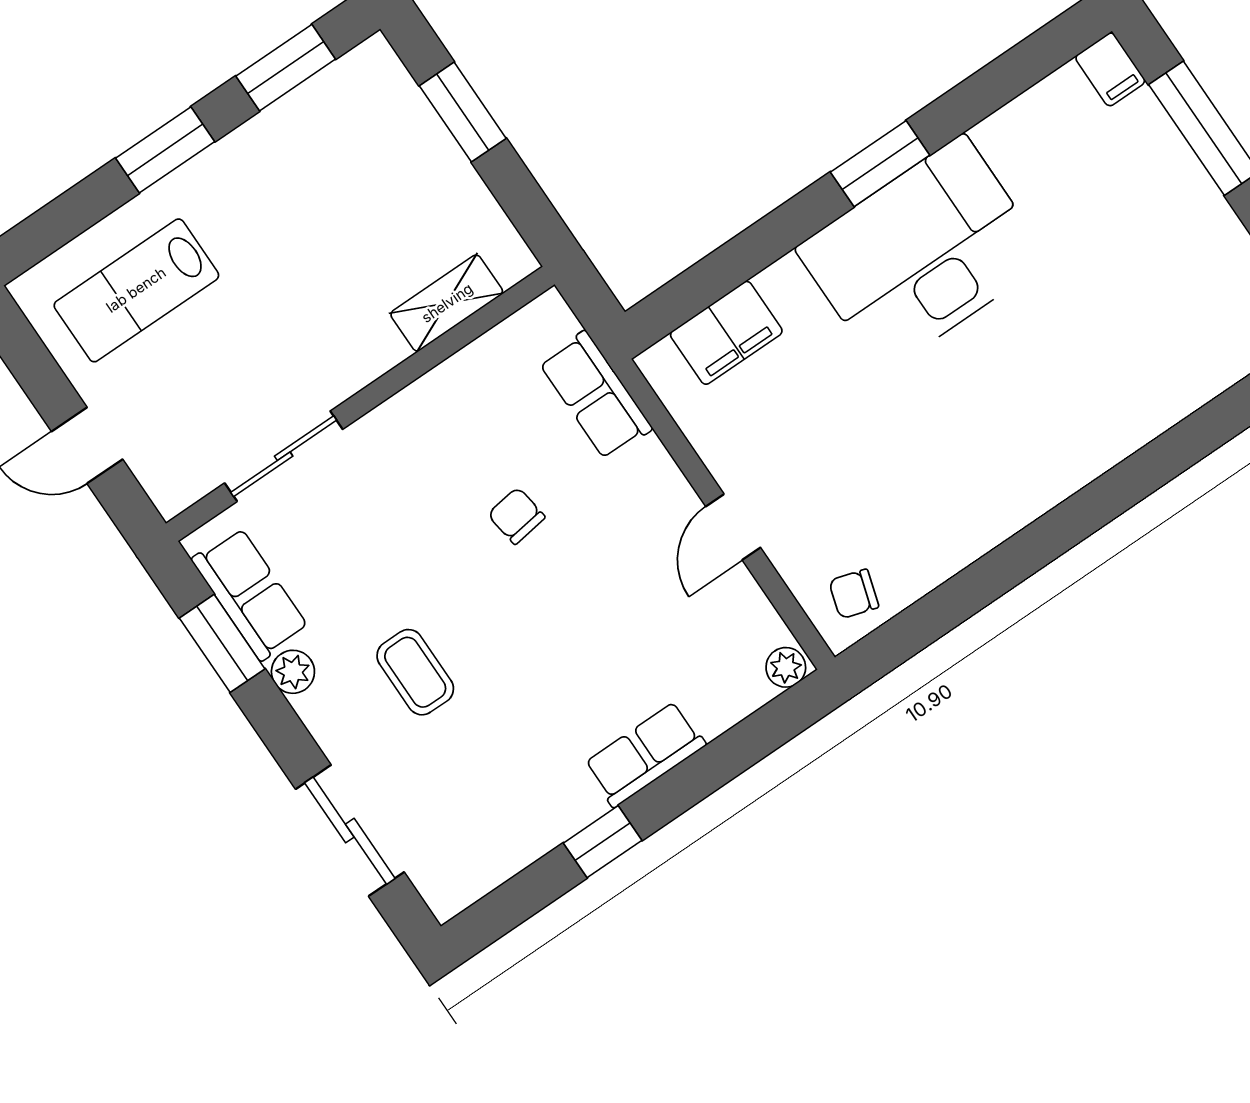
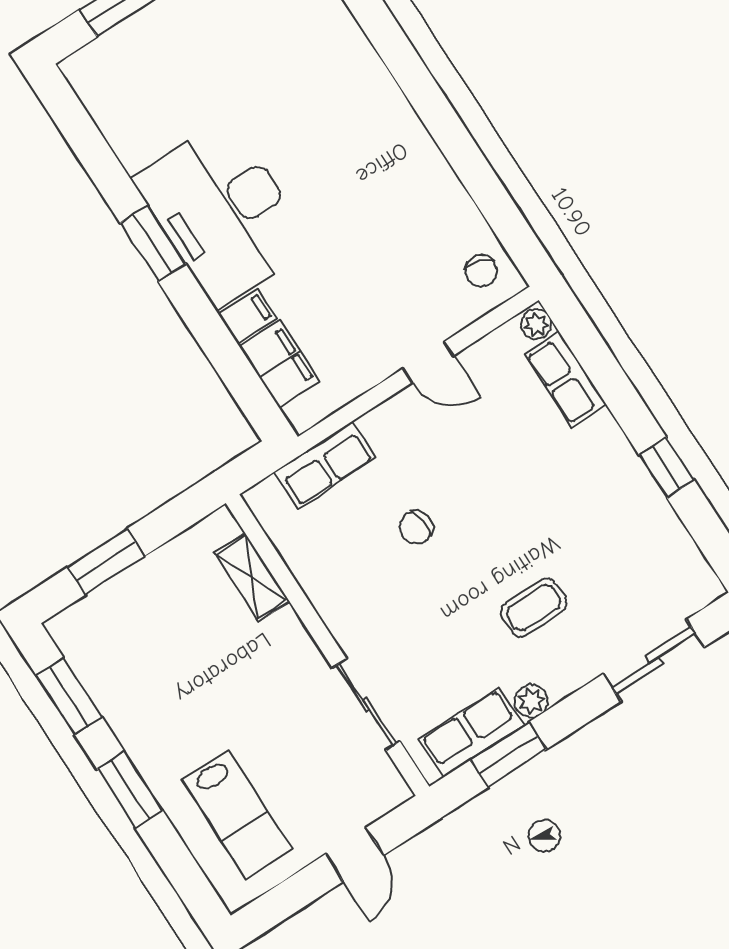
filing cabinet: (1110, 69) -> (247, 316), moved
row of seats: (645, 754) -> (565, 379), moved

